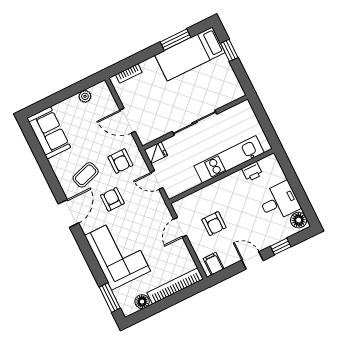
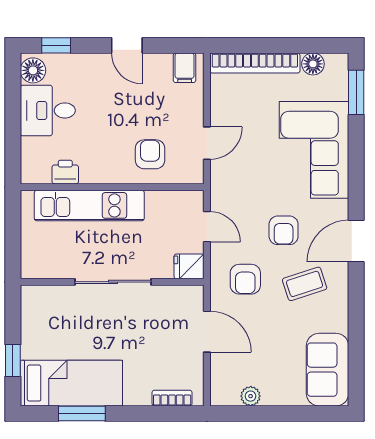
armchair: (120, 161) -> (245, 279), turned 180
armchair: (214, 224) -> (150, 154), moved
window: (281, 246) -> (56, 45), moved

